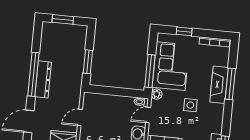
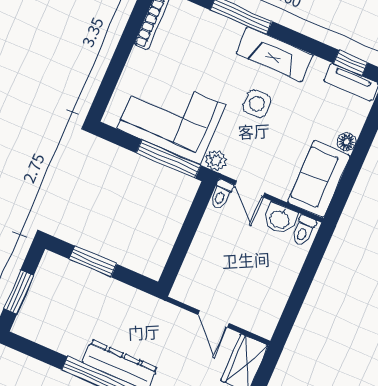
window: (184, 31) -> (114, 71), removed
window: (88, 62) -> (93, 262), moved
fireplace: (219, 85) -> (275, 54), moved

